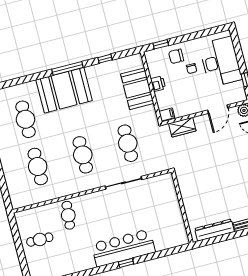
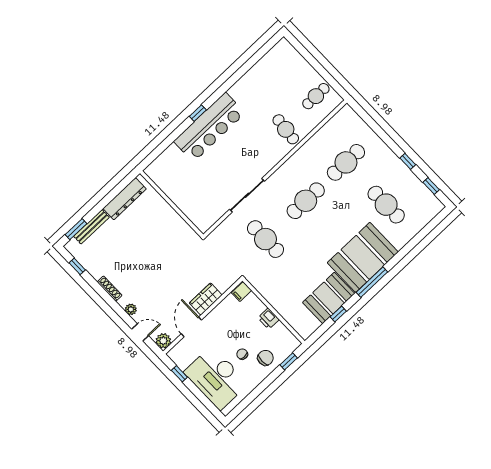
booth: (137, 89) -> (329, 298), moved, turned 90
wardrobe: (182, 127) -> (206, 299), moved
cafe table: (83, 155) -> (306, 201), turned 90
cafe table: (38, 167) -> (346, 162), turned 90
cafe table: (40, 240) -> (316, 96), moved

